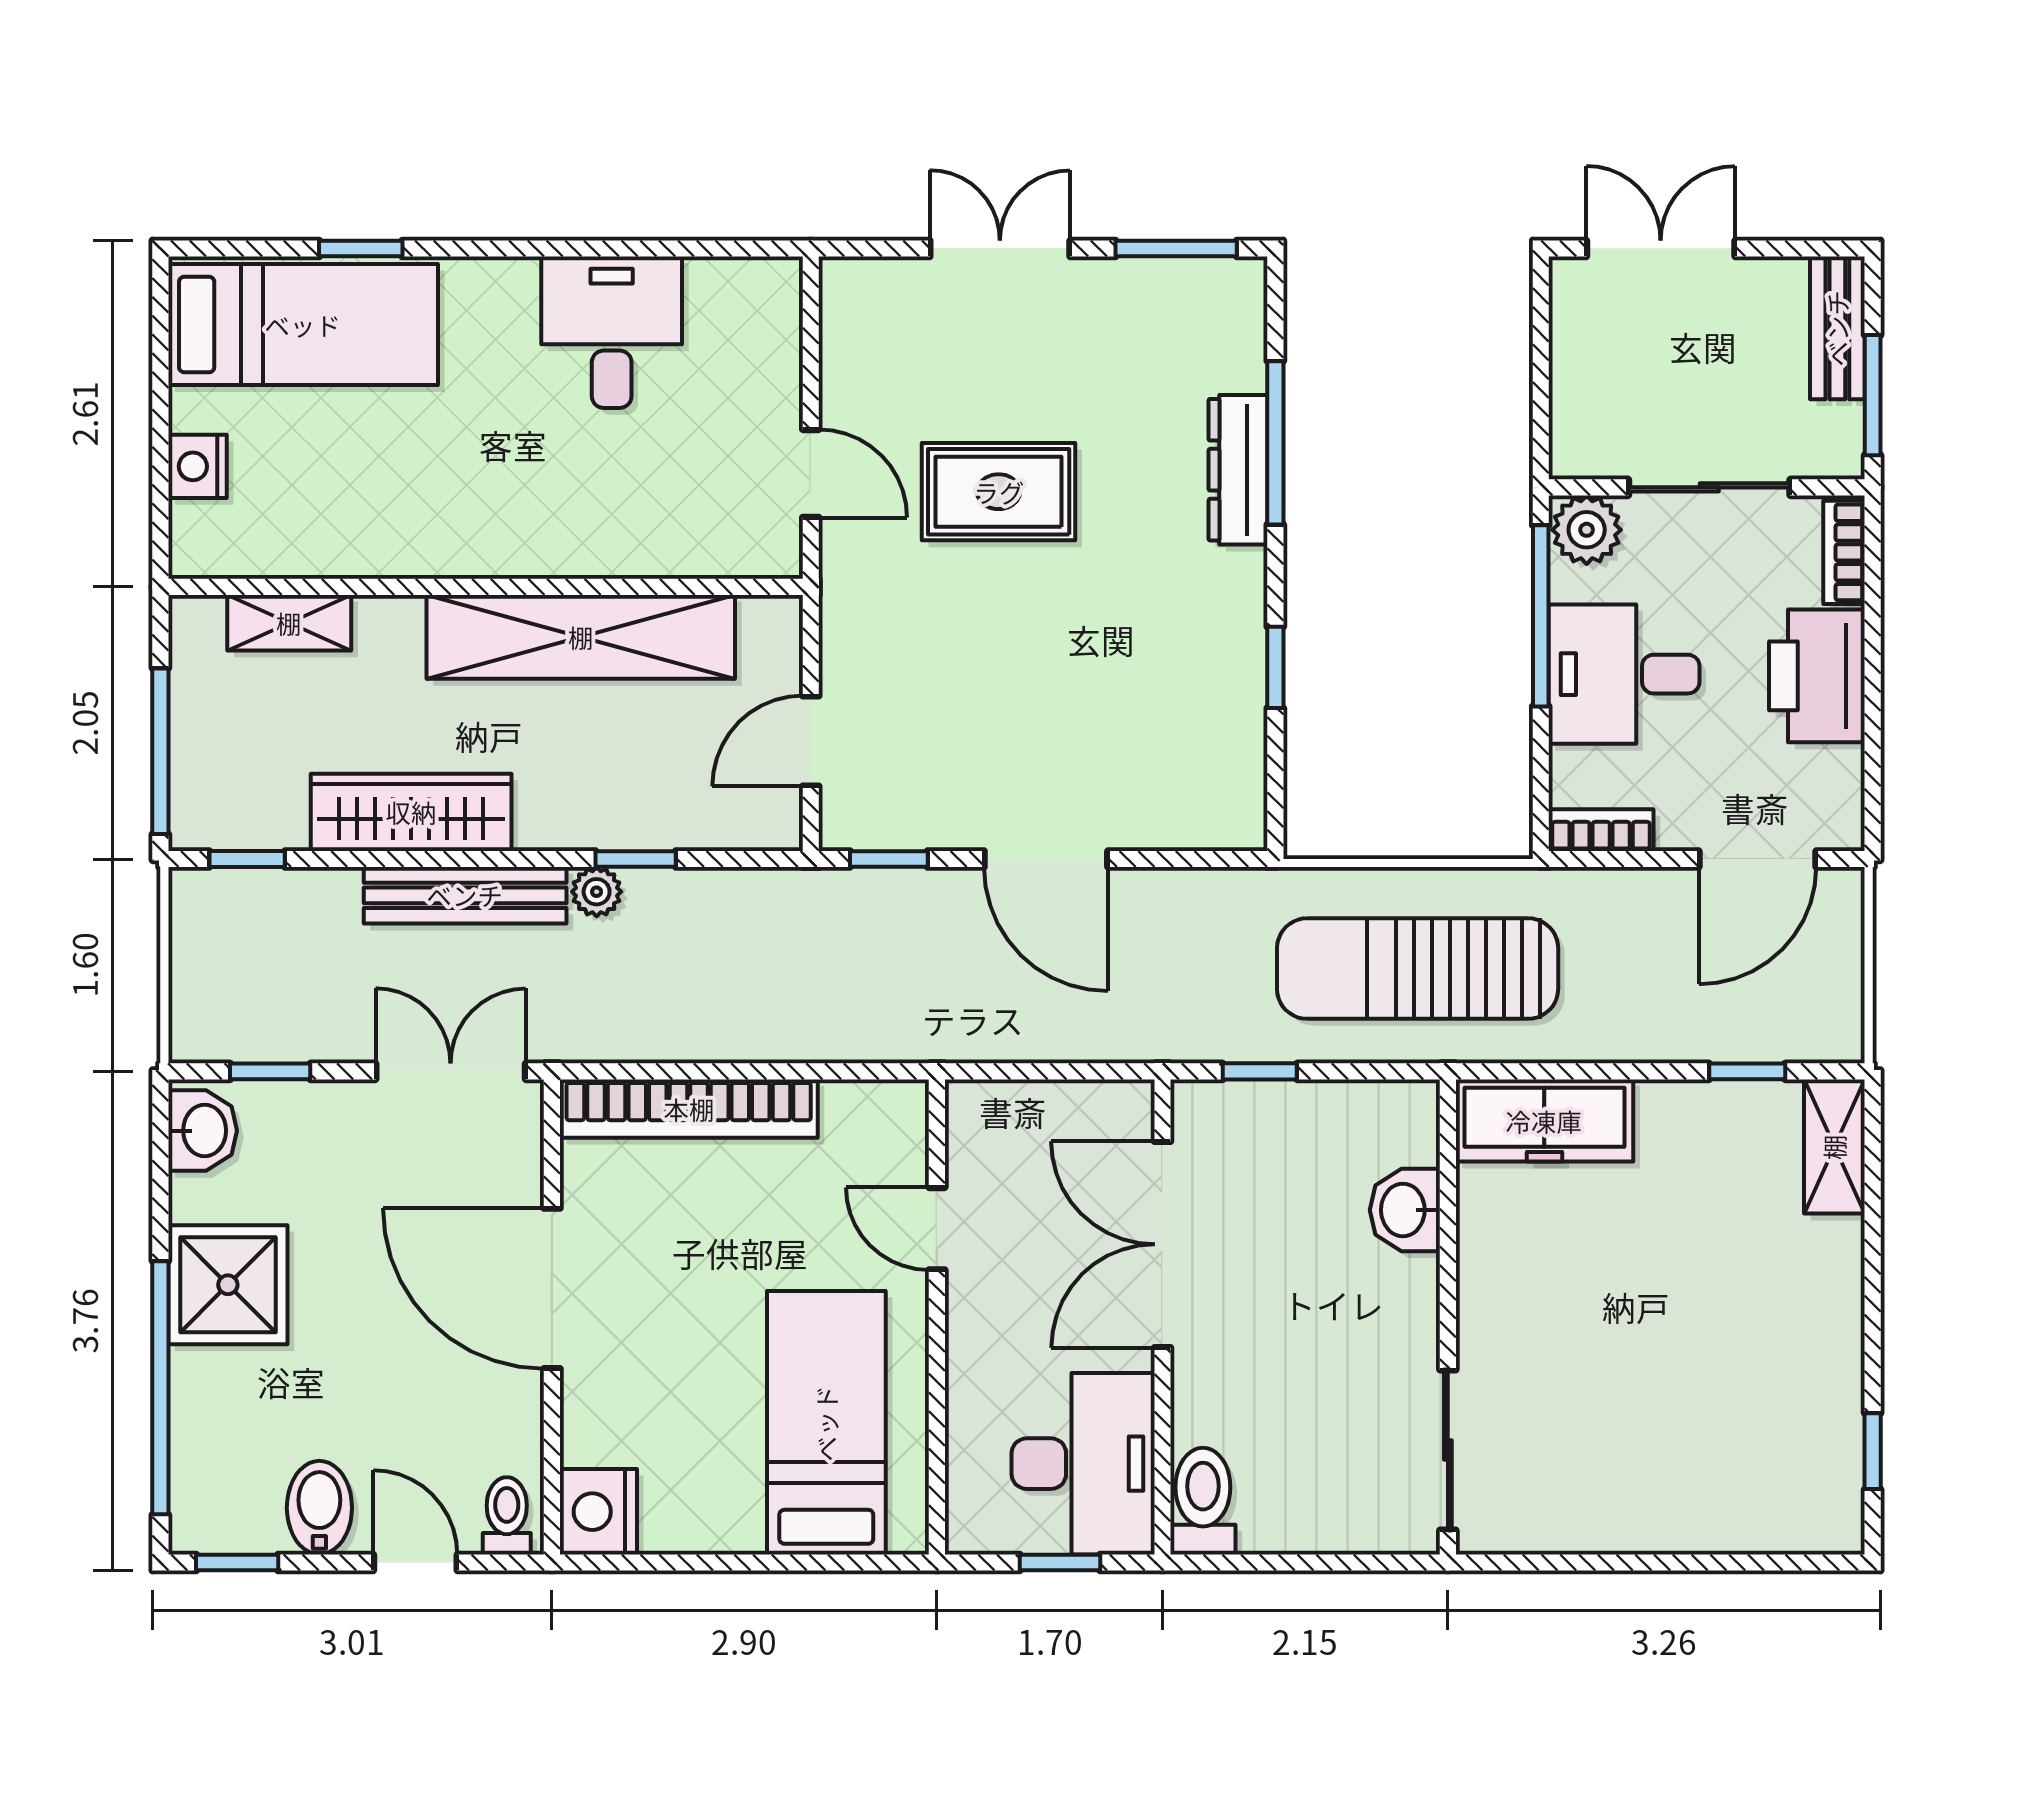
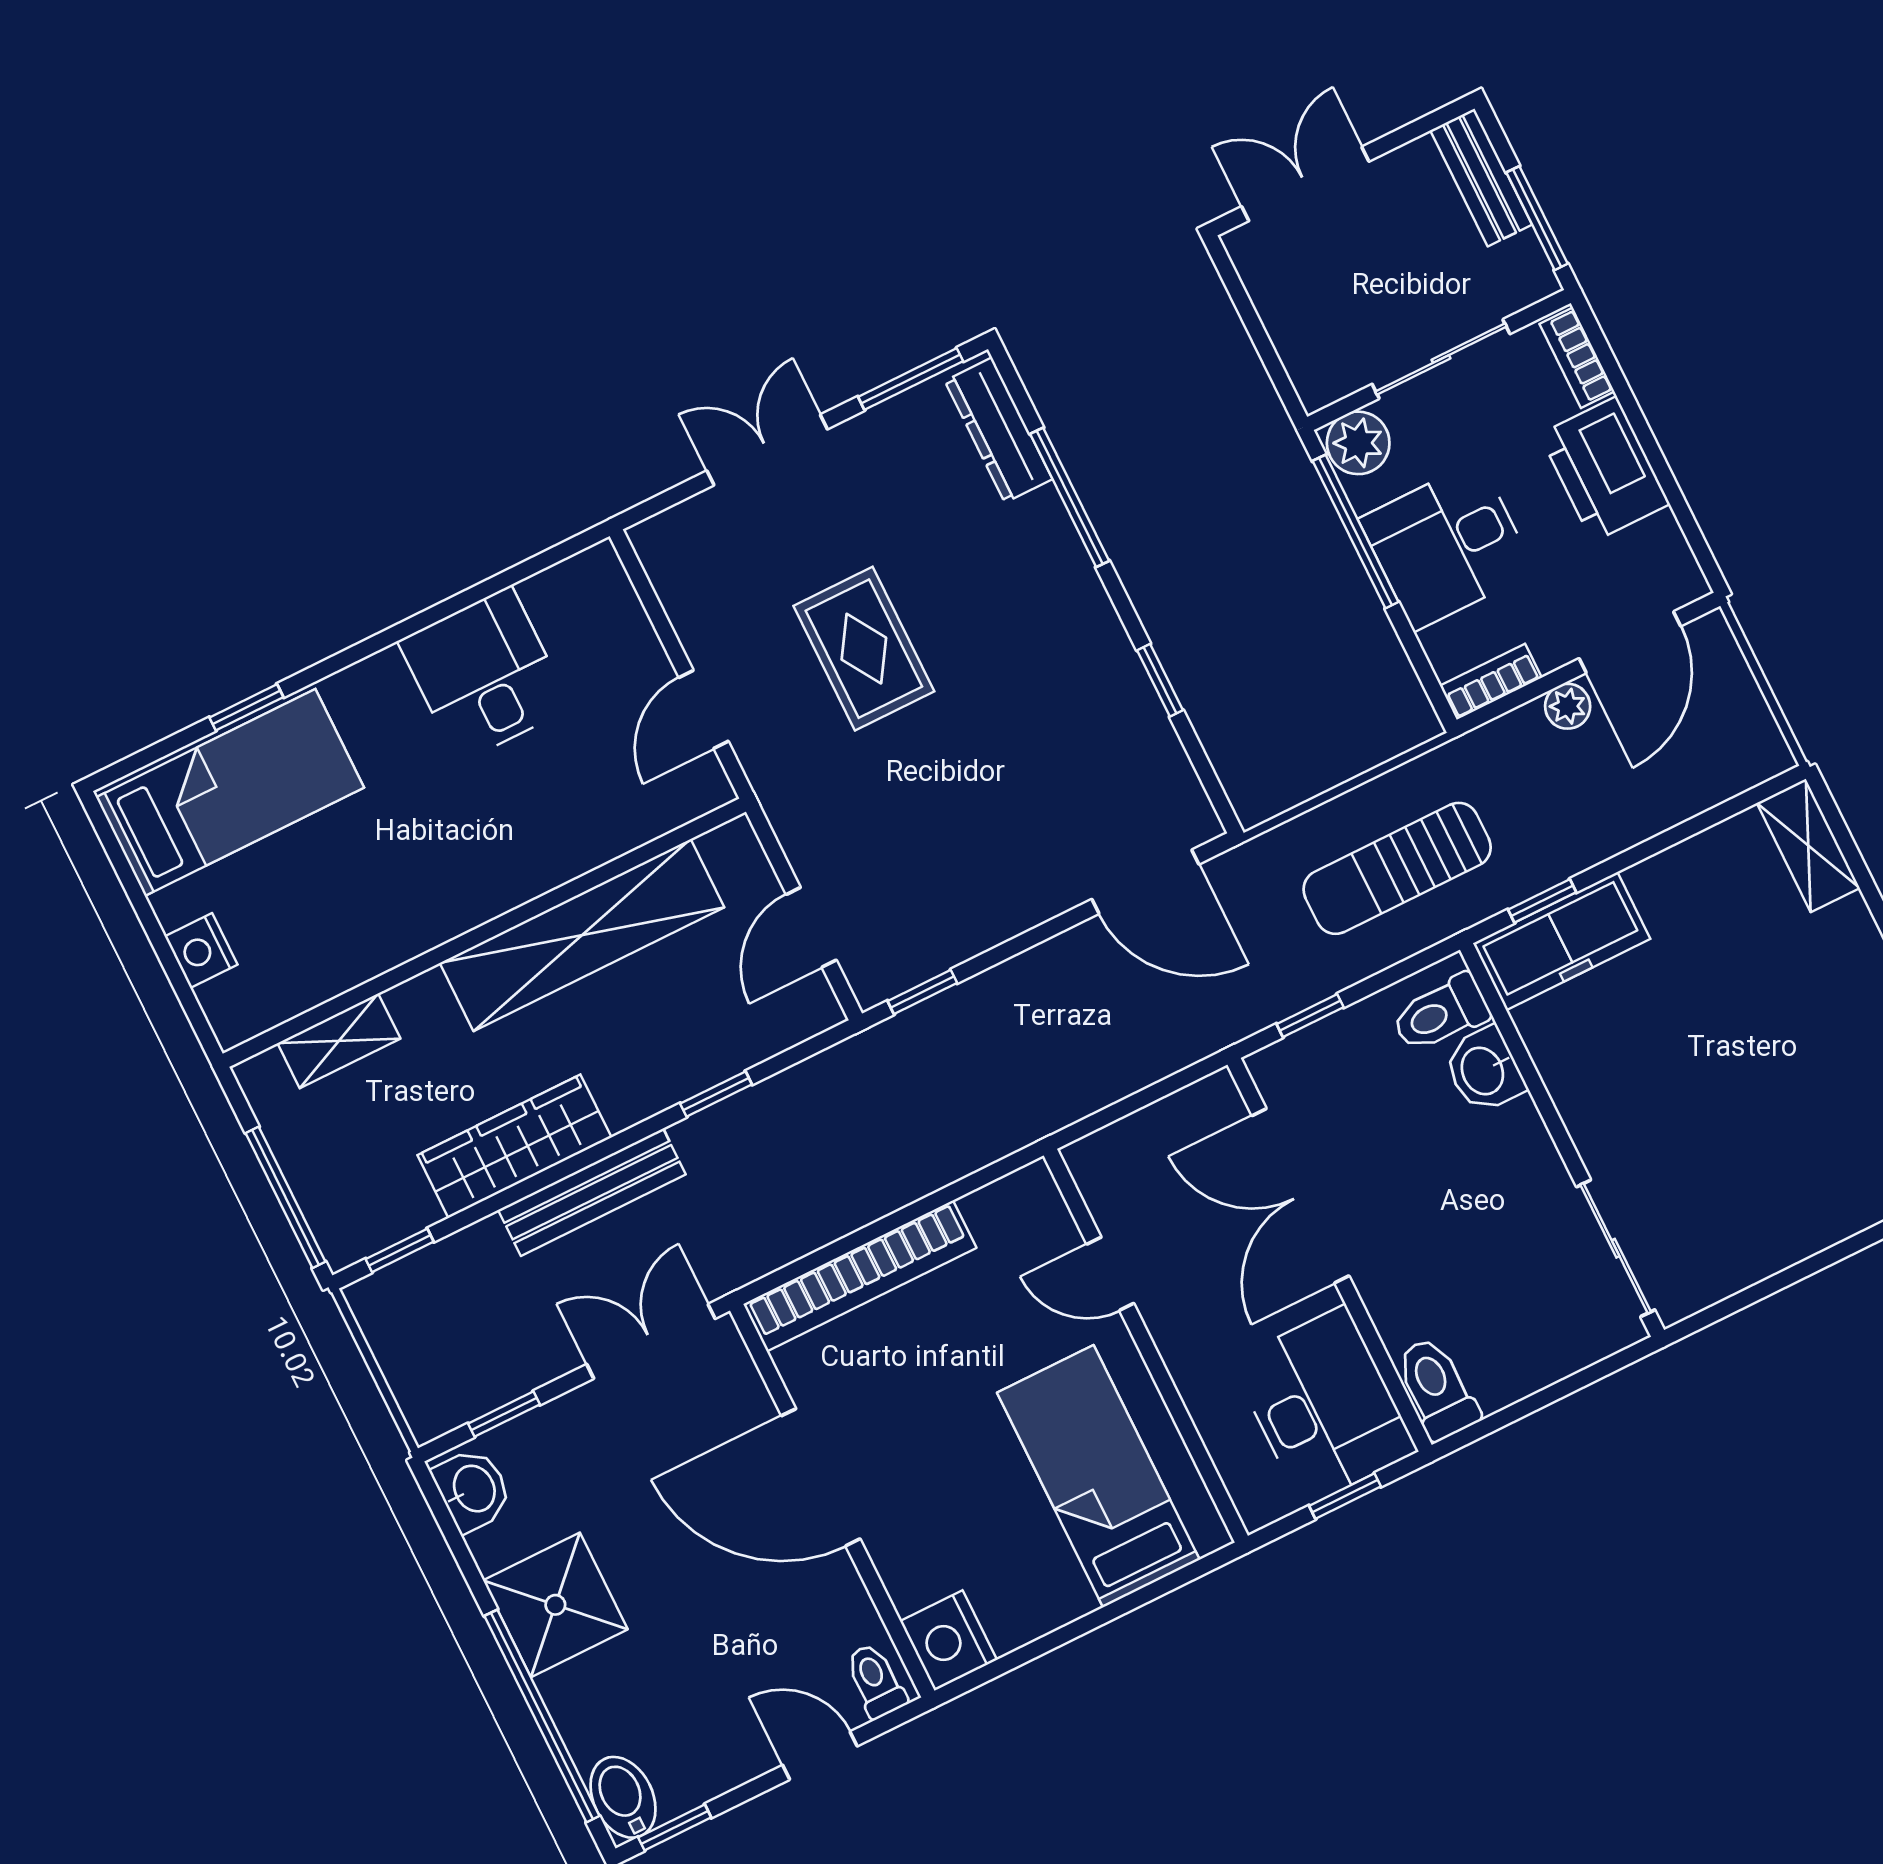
dresser: (1238, 470) -> (999, 430), moved
door: (811, 473) -> (704, 709), swing flipped
rug: (999, 492) -> (864, 649), turned 90
door: (1046, 859) -> (1145, 882), moved
plant: (597, 892) -> (1568, 706), moved
sun lounger: (1418, 969) -> (1397, 868), width x0.73, depth x0.75
window: (1747, 1071) -> (1542, 901), moved
toilet: (1390, 1133) -> (1441, 1013), added
bidet: (319, 1508) -> (623, 1797), moved

